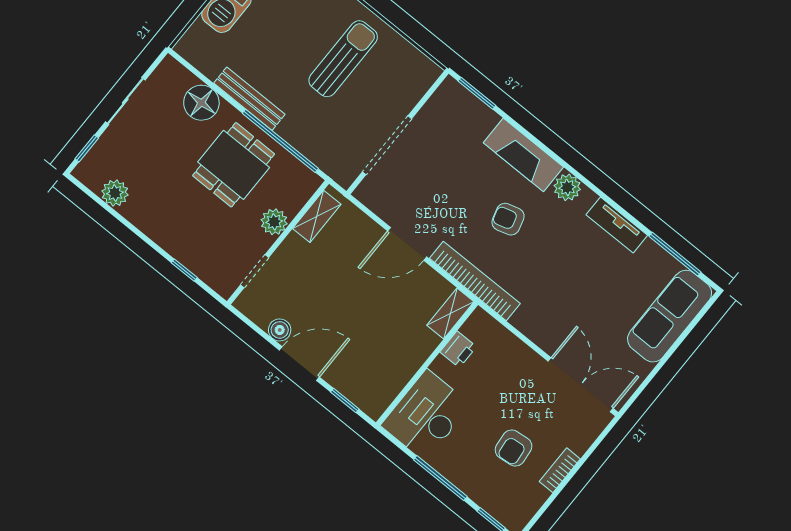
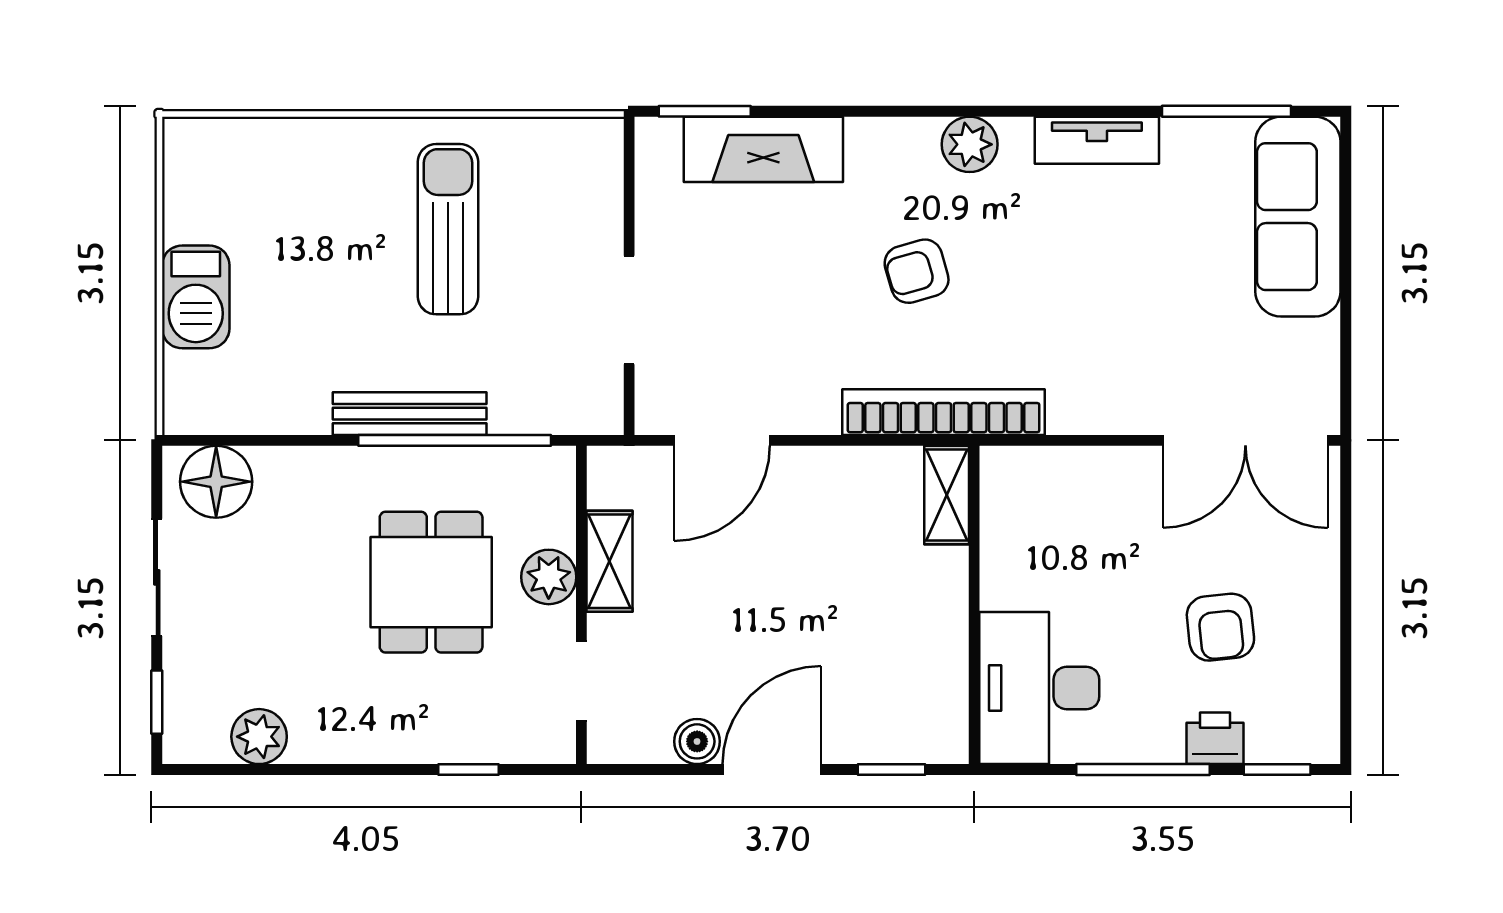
bench: (249, 99) -> (410, 414), moved
floor lamp: (201, 103) -> (216, 482), moved
doorway: (387, 145) -> (629, 310), width x0.73
fireplace: (523, 155) -> (763, 149), moved
dining table: (234, 165) -> (431, 582), moved
shelving: (317, 216) -> (609, 561), moved
door: (407, 244) -> (722, 440), moved
printer: (458, 349) -> (1215, 738), moved, turned -90
double door: (581, 385) -> (1245, 440), swing flipped
bookcase: (560, 470) -> (1322, 603), removed

